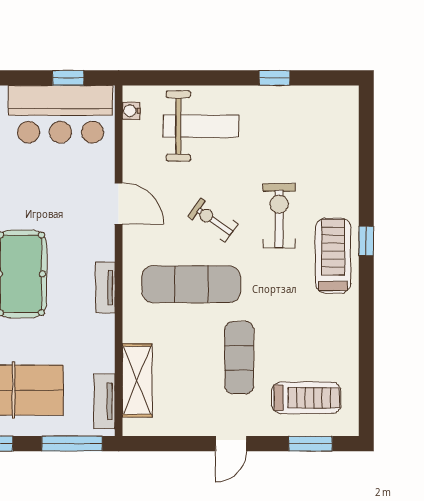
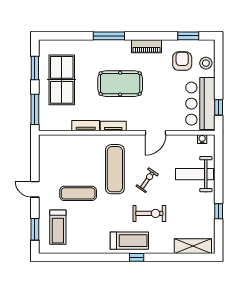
weight bench: (201, 126) -> (194, 174), turned 90
shelving: (137, 380) -> (193, 246), moved
tv unit: (104, 401) -> (86, 126), moved

